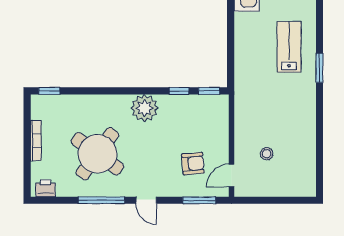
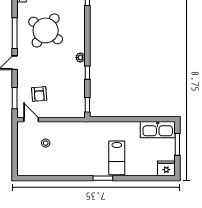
lab bench: (289, 47) -> (117, 158), turned 90
window: (179, 91) -> (87, 73), moved
plant: (144, 108) -> (80, 58), width x0.53, depth x0.53

